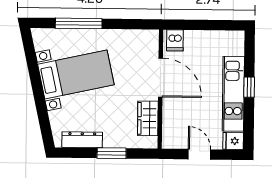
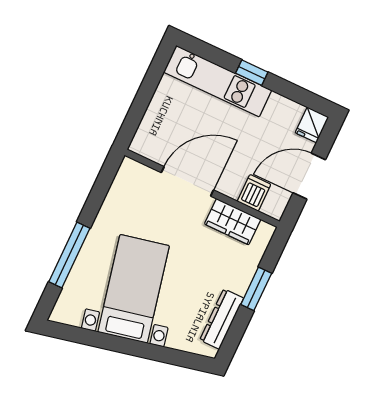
dishwasher: (175, 40) -> (254, 193), moved, turned -90
kitchen unit: (233, 94) -> (218, 81), moved
door: (199, 154) -> (309, 176), width x1.38

